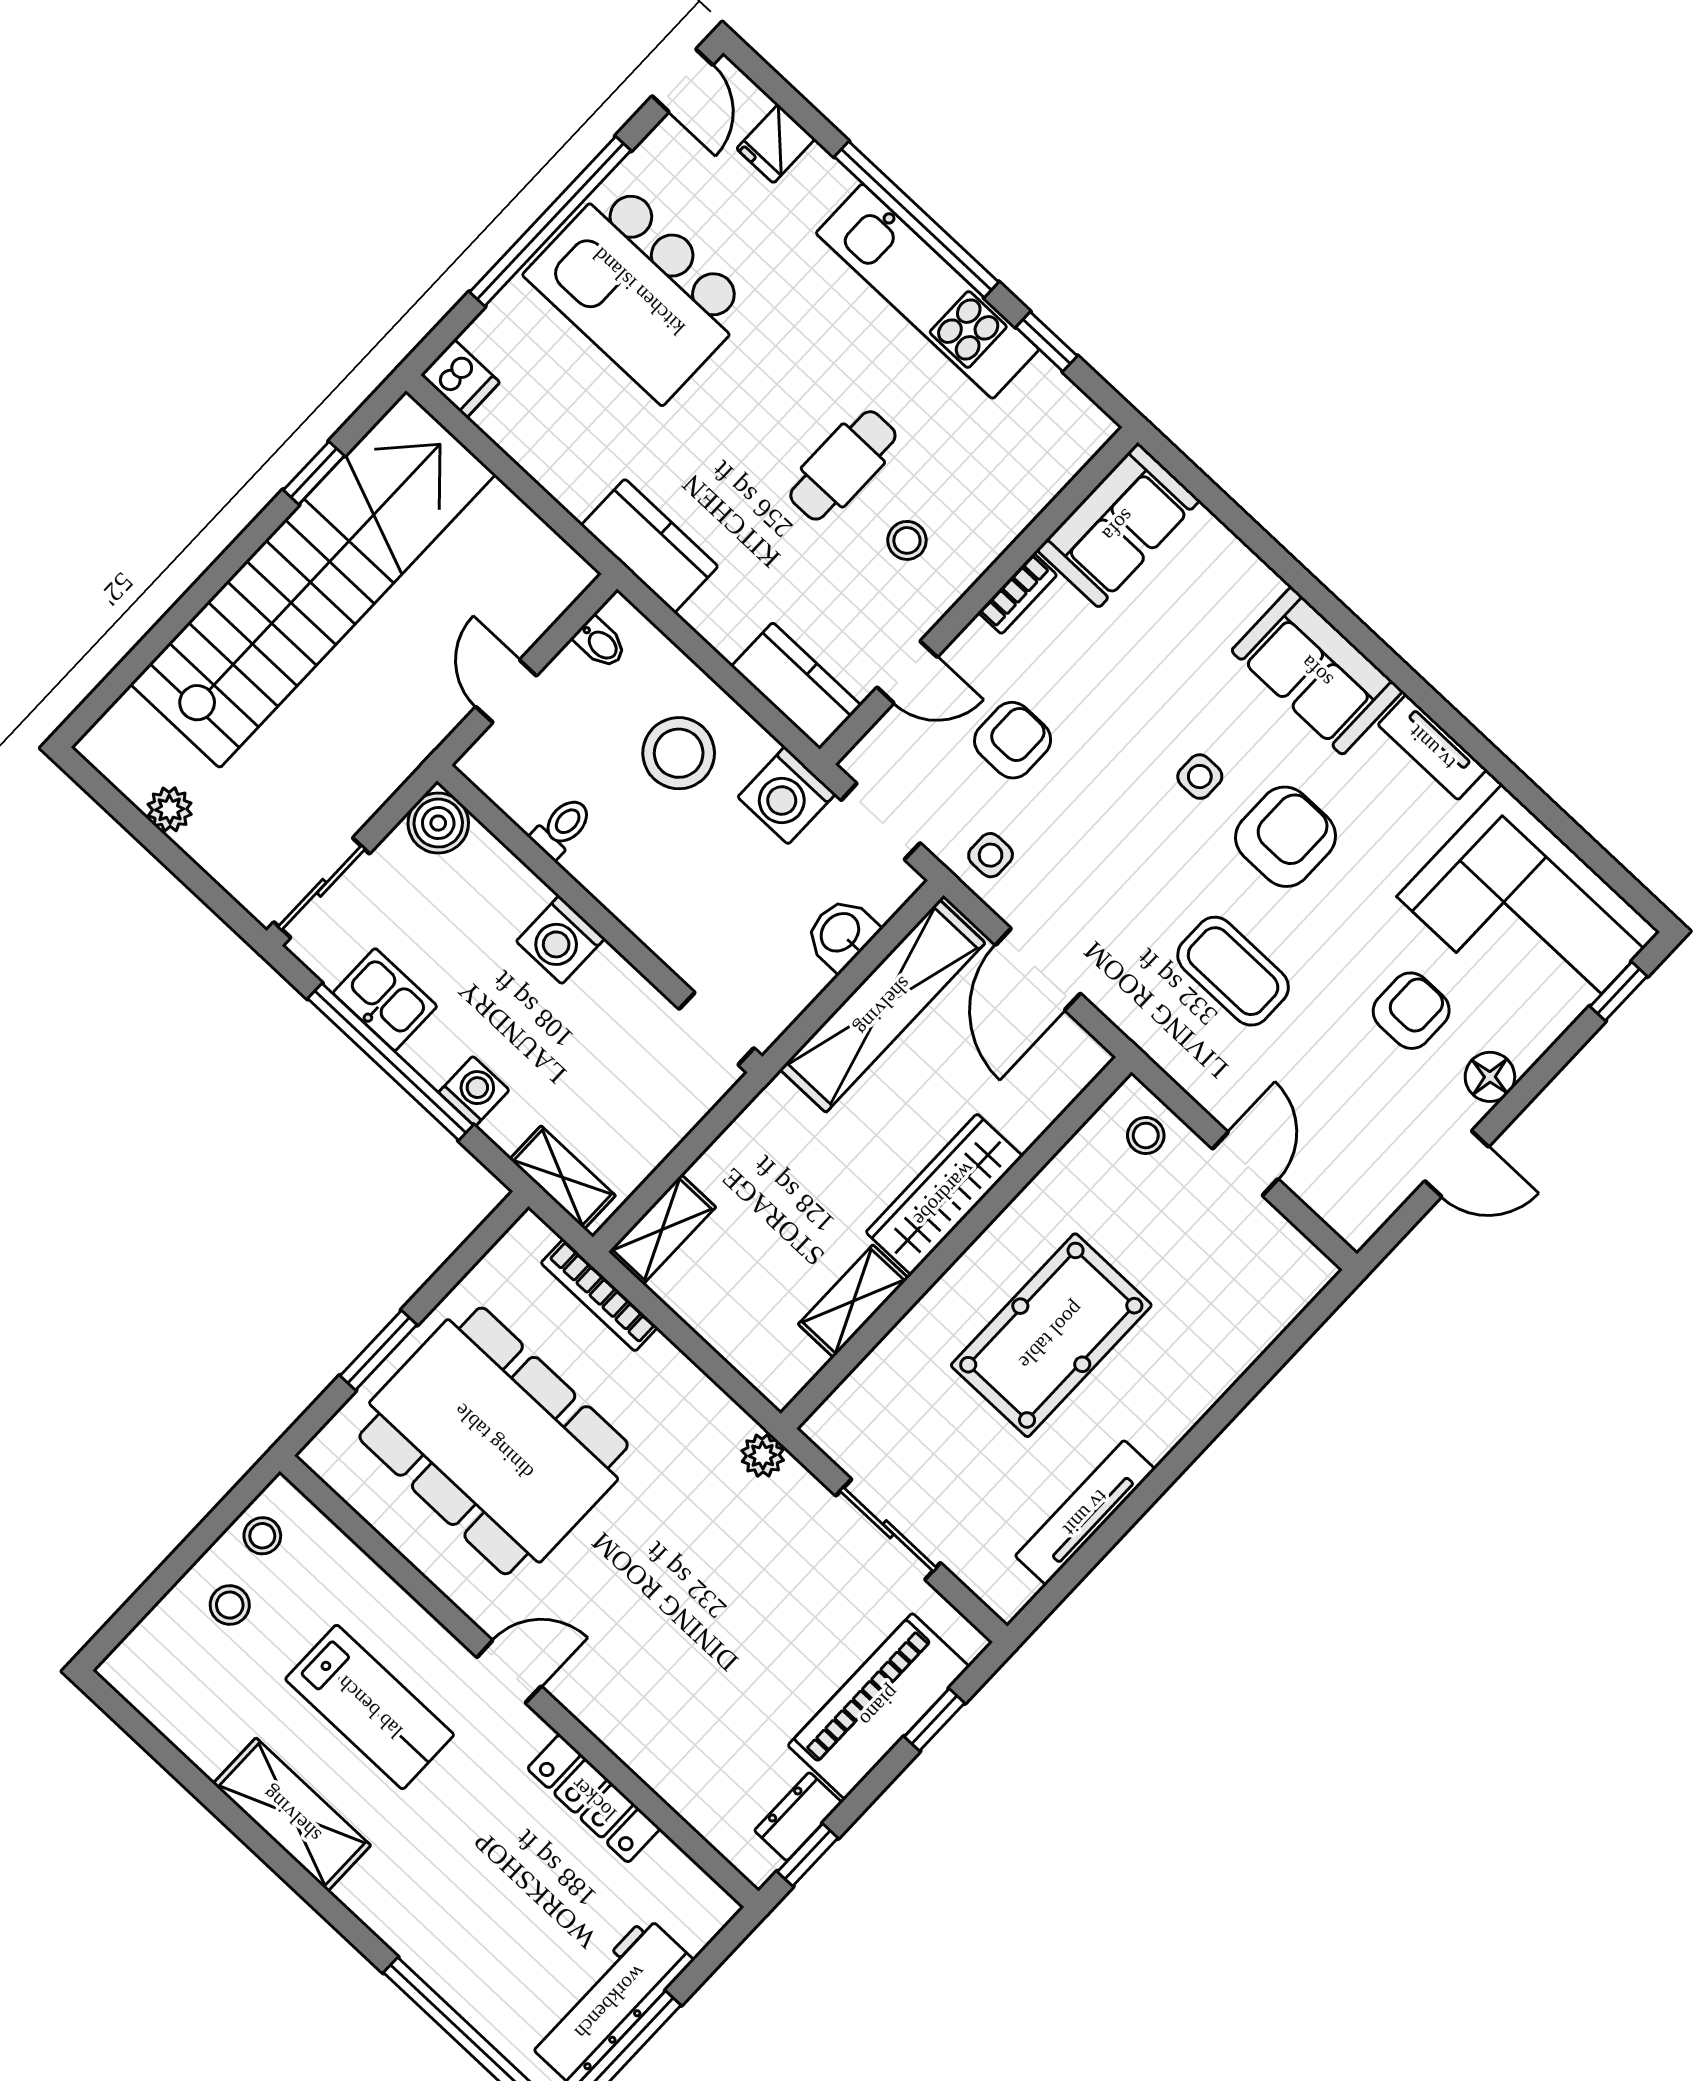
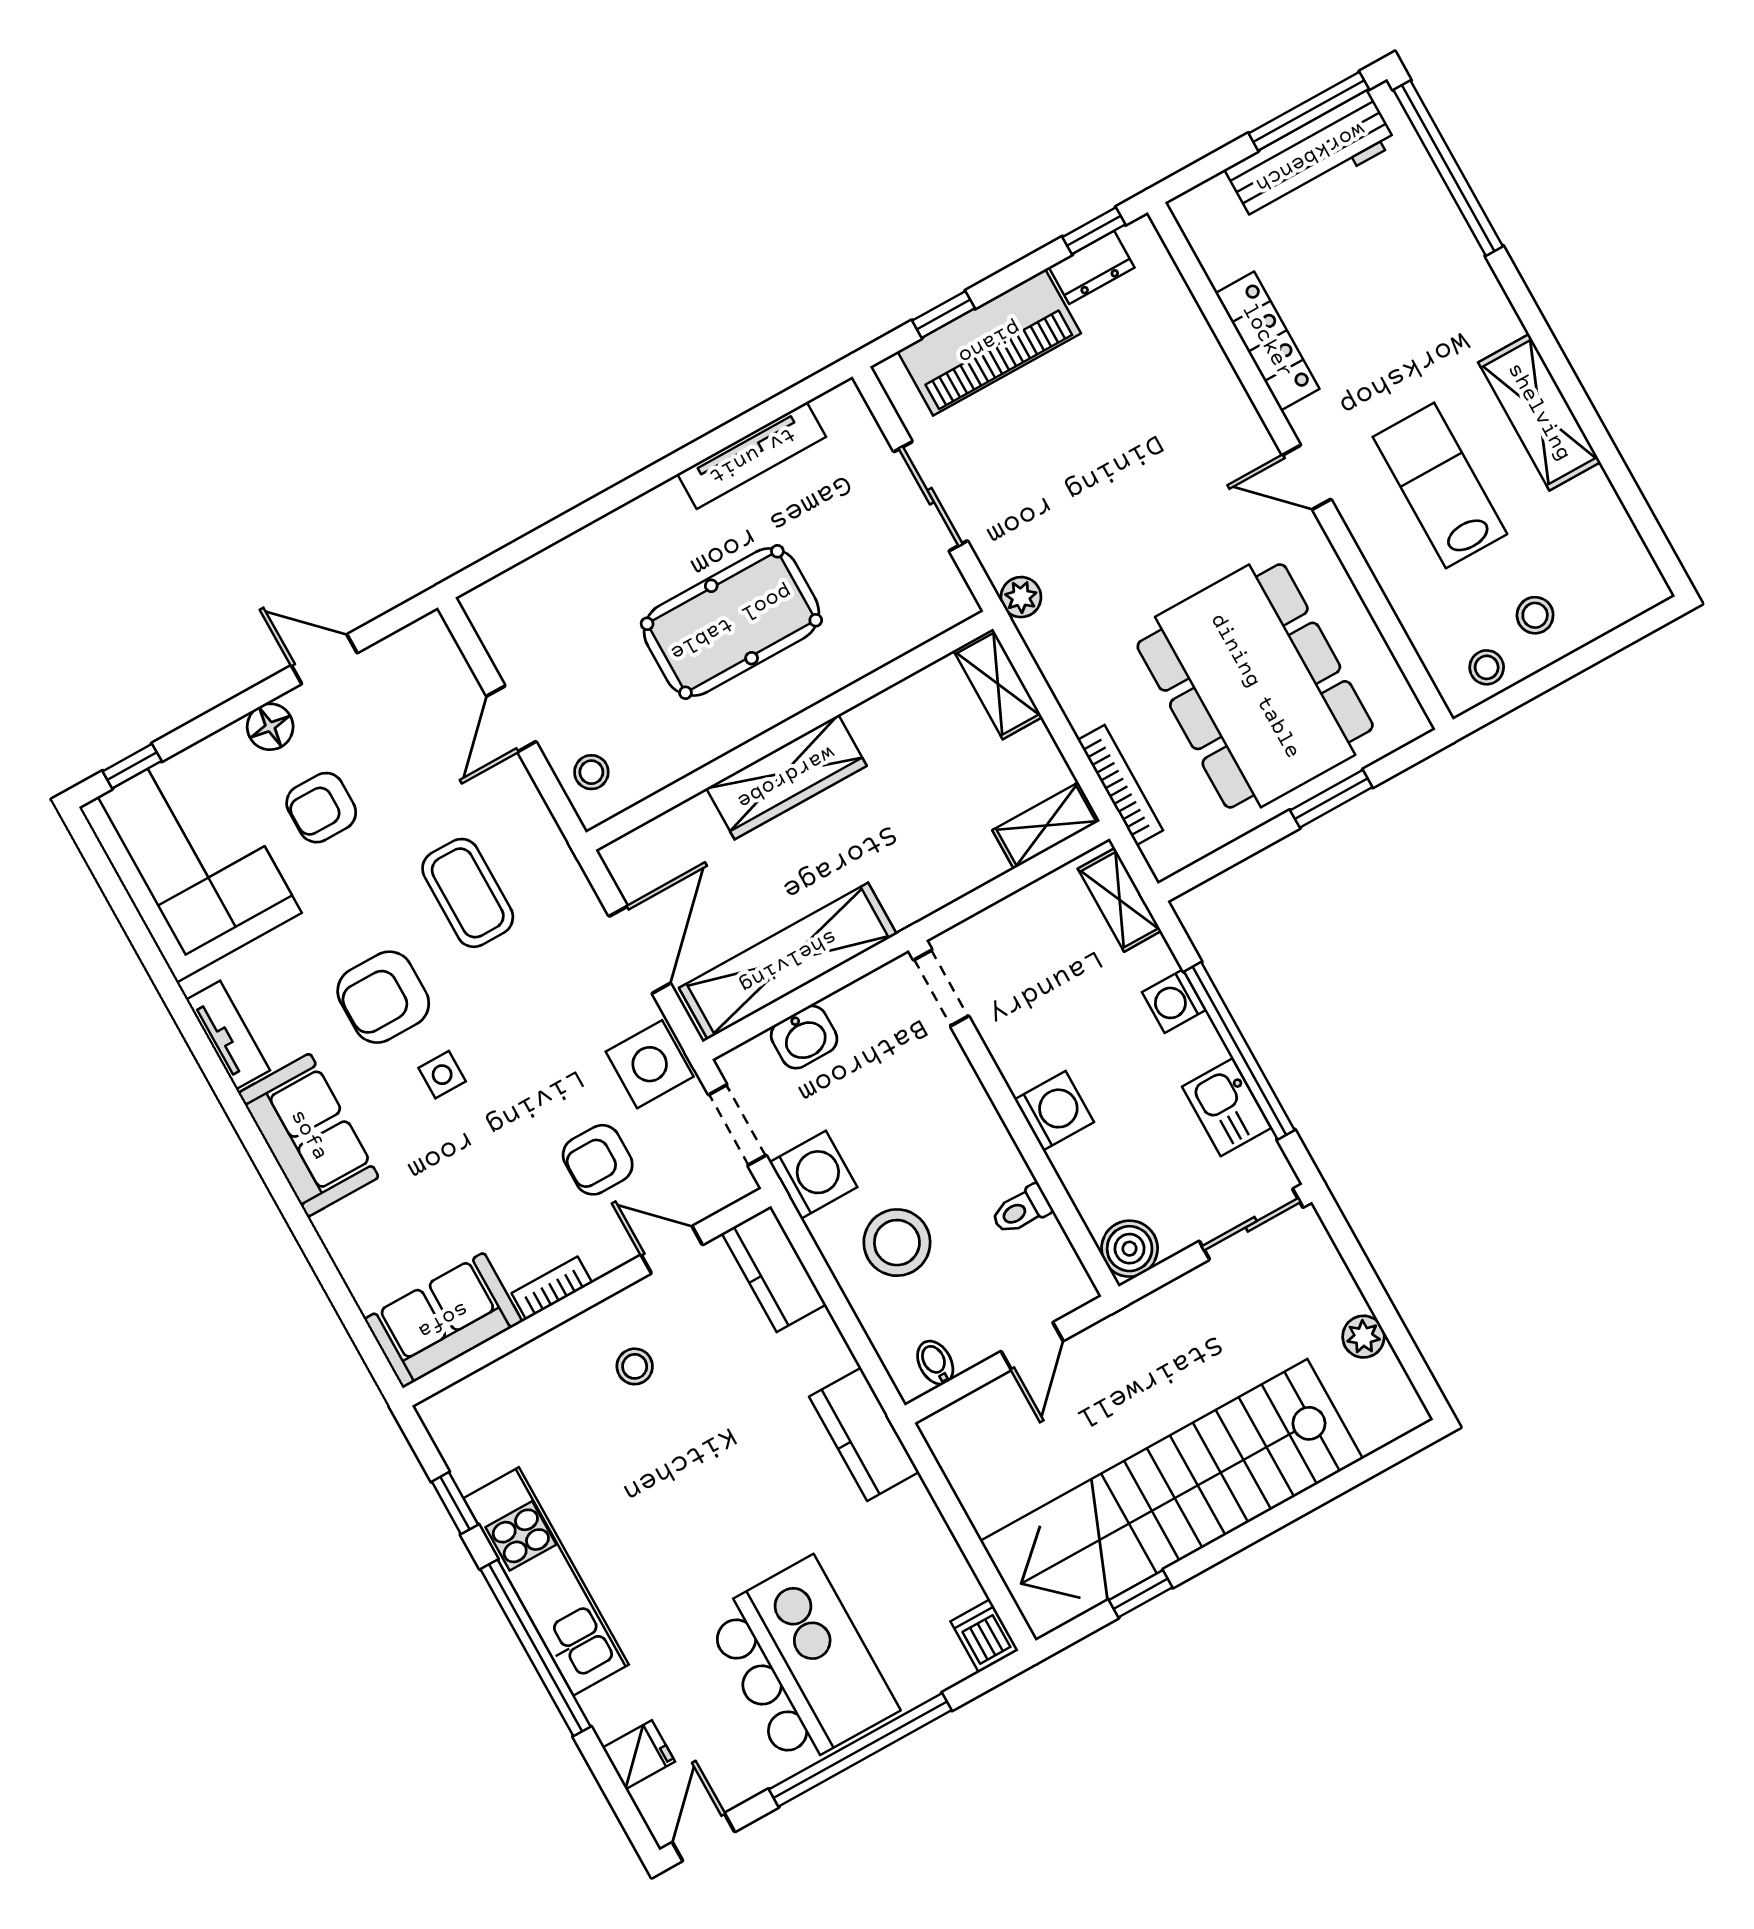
cafe table: (843, 465) -> (670, 1451), removed
side table: (991, 855) -> (650, 1064), width x1.87, depth x1.87
shelving: (853, 1301) -> (998, 684), moved, turned 90

